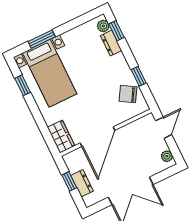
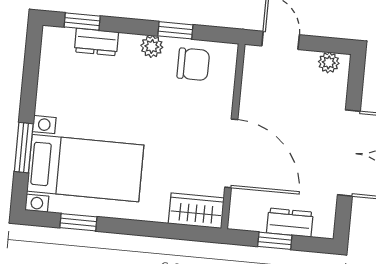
plant: (103, 26) -> (152, 46), moved
chair: (128, 94) -> (193, 64), turned -121

